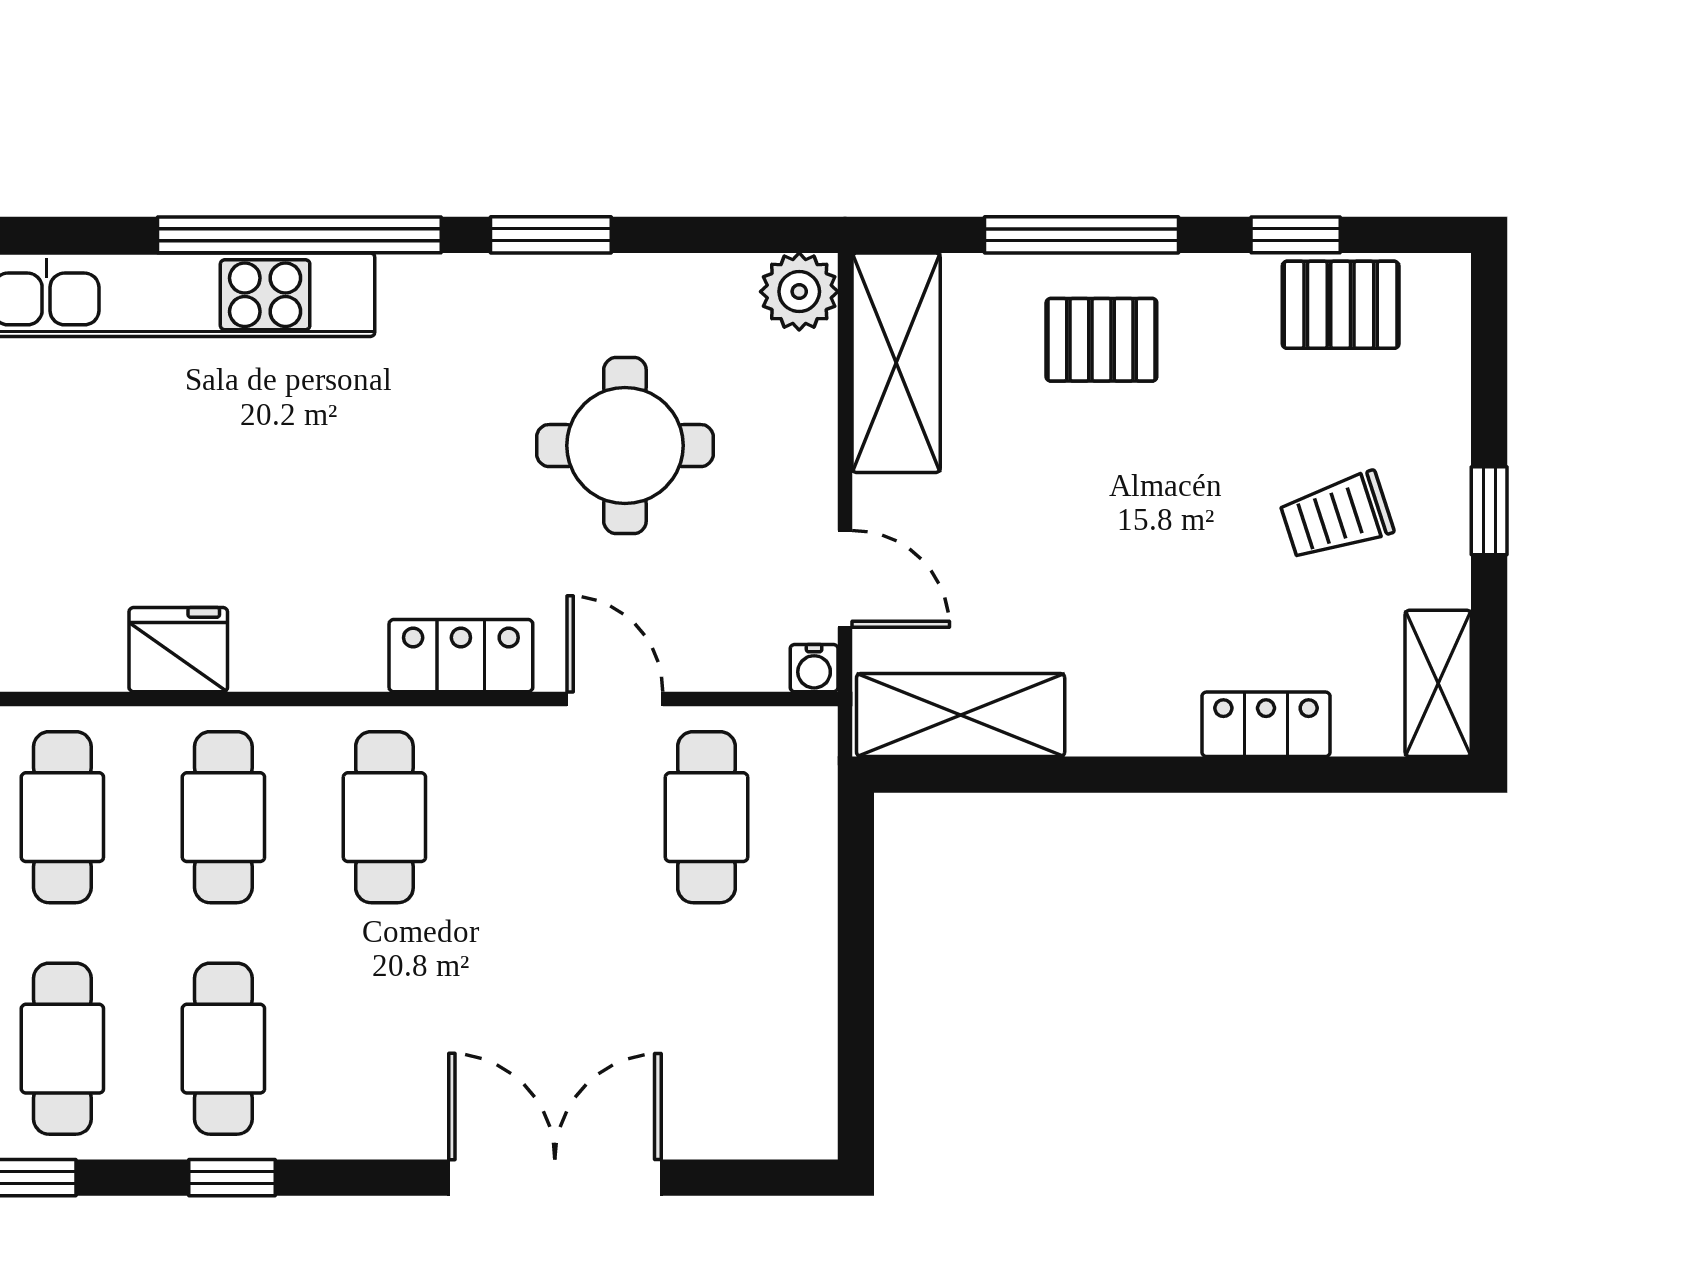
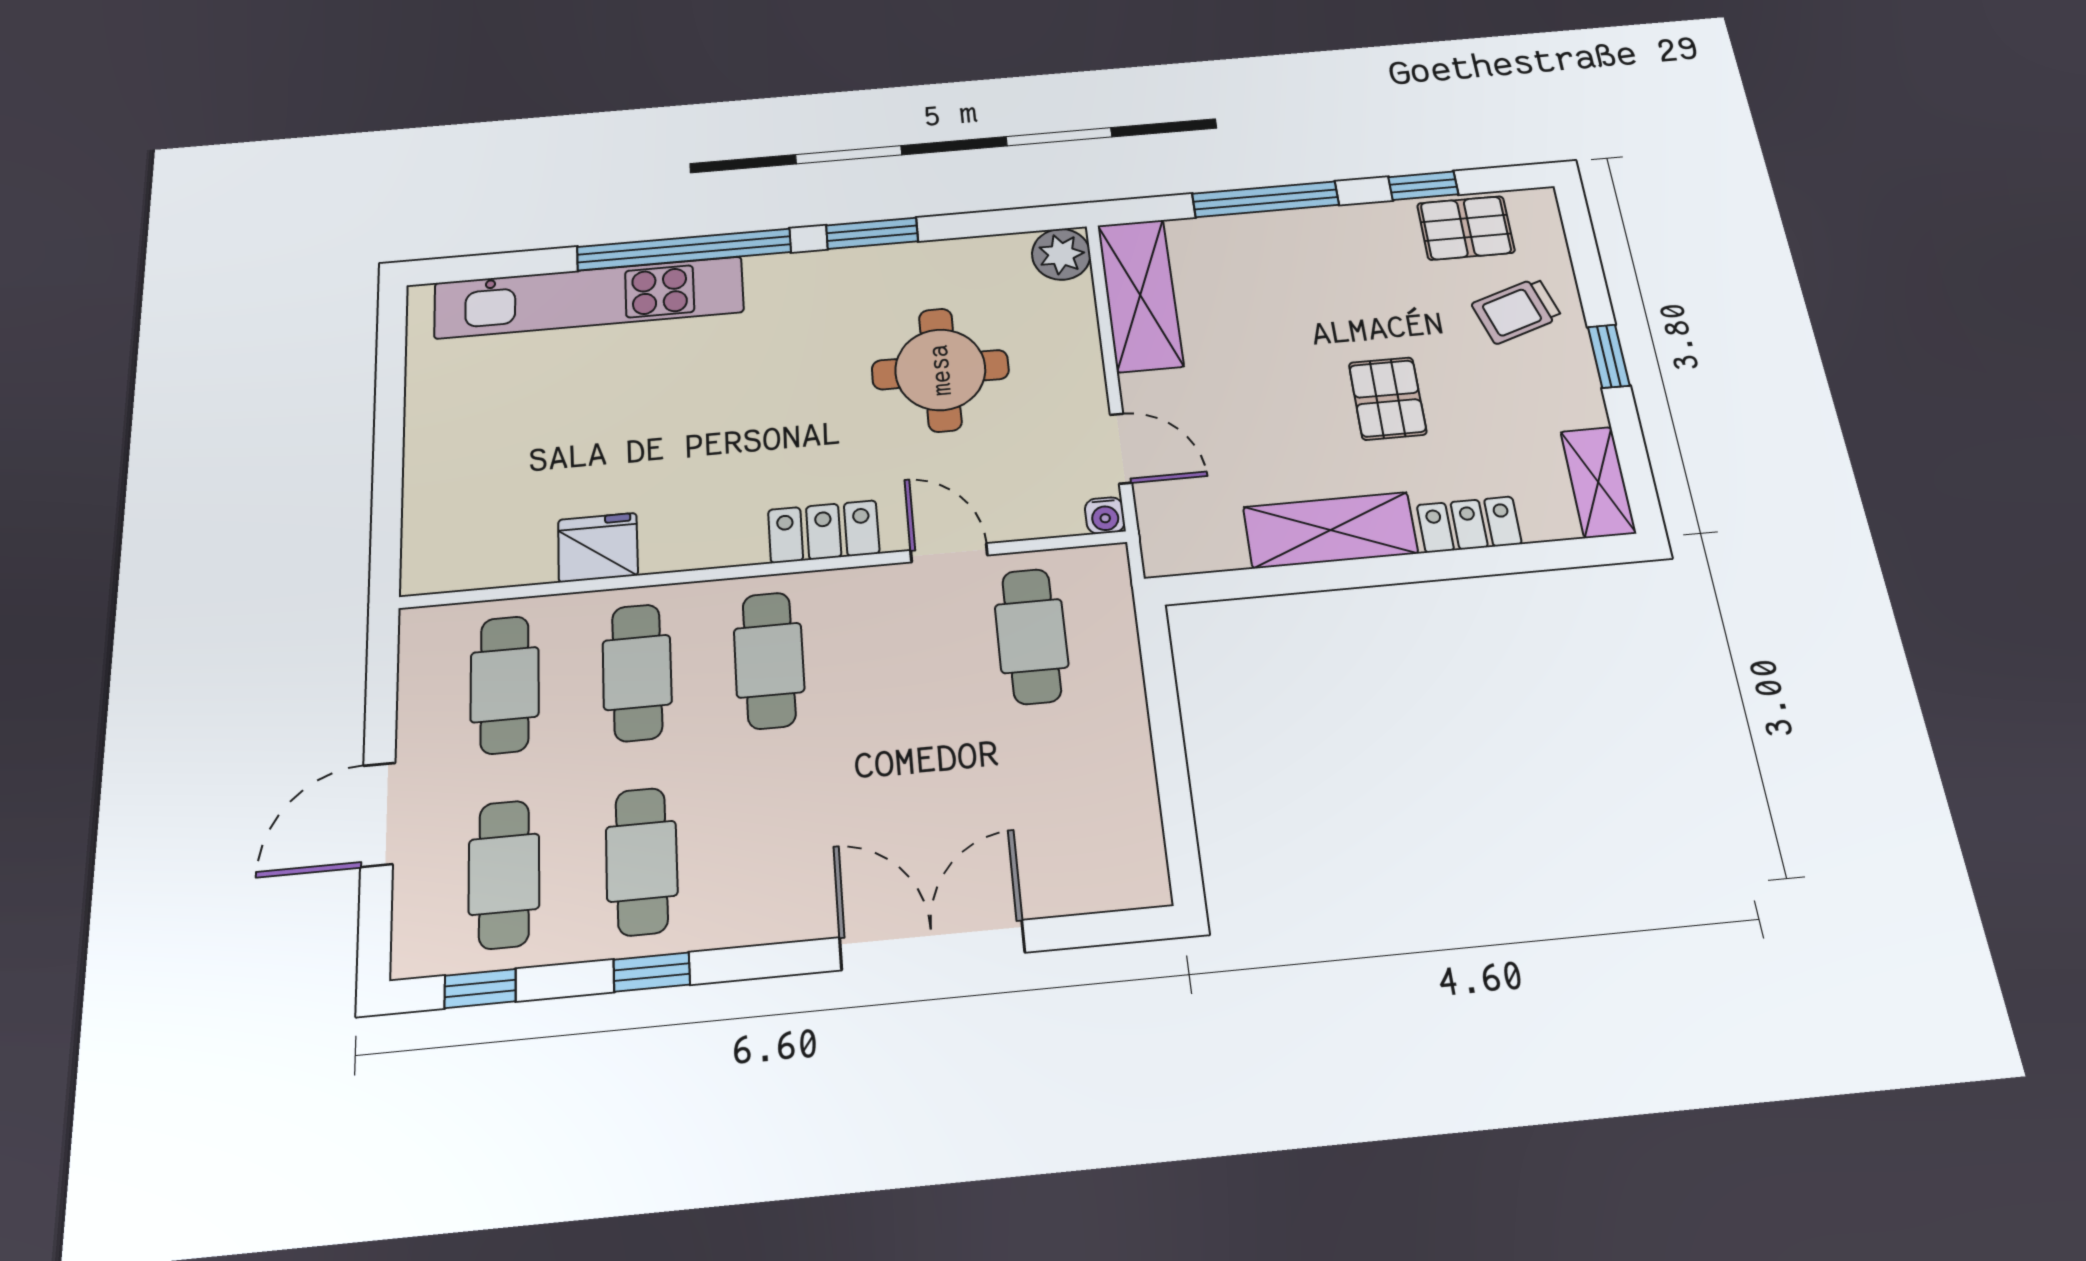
pallet: (1101, 340) -> (1388, 398), moved, turned 90
trolley: (1337, 516) -> (1517, 311), moved
shelving: (961, 715) -> (1330, 530), moved

